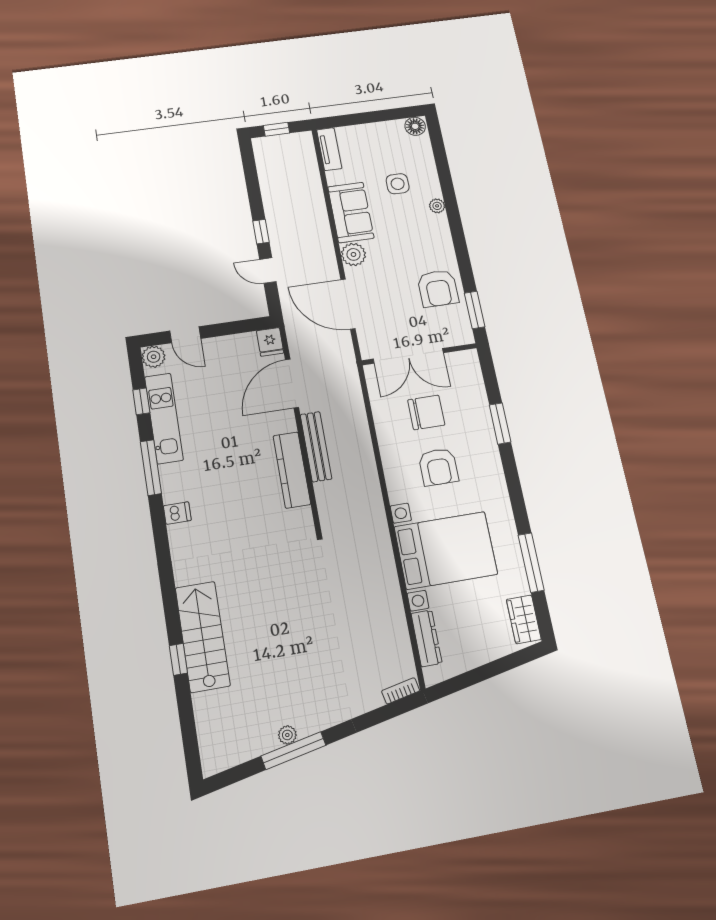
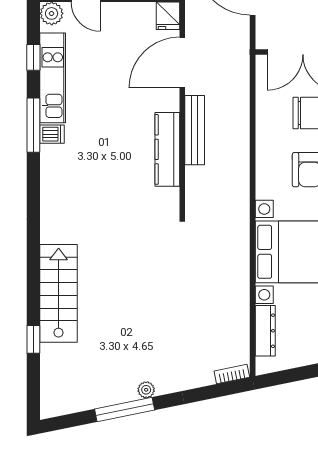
dishwasher: (177, 513) -> (52, 134), moved
window: (178, 659) -> (33, 339), moved
plant: (287, 735) -> (146, 390), moved

